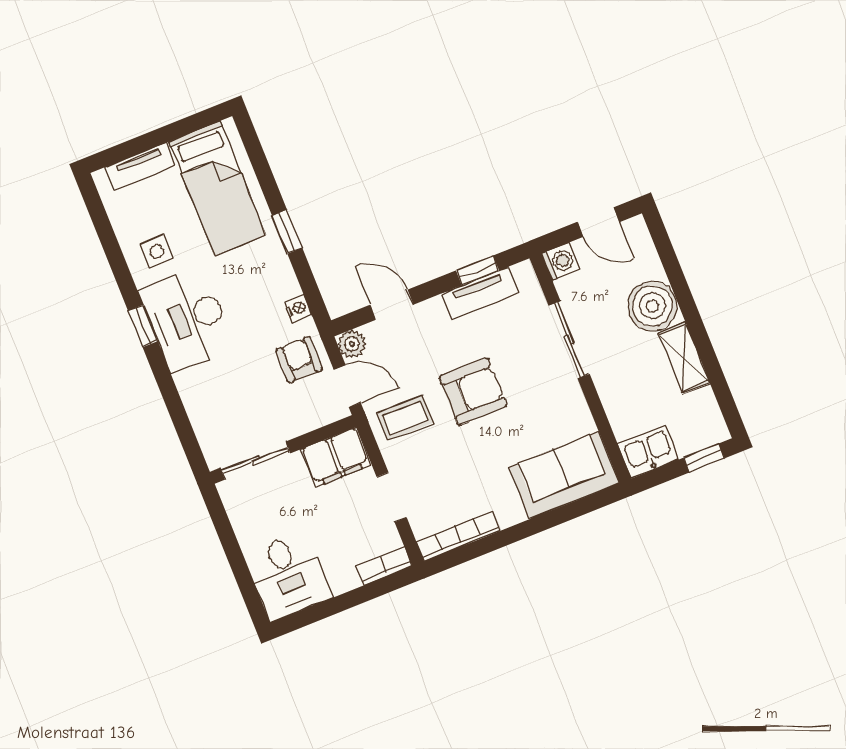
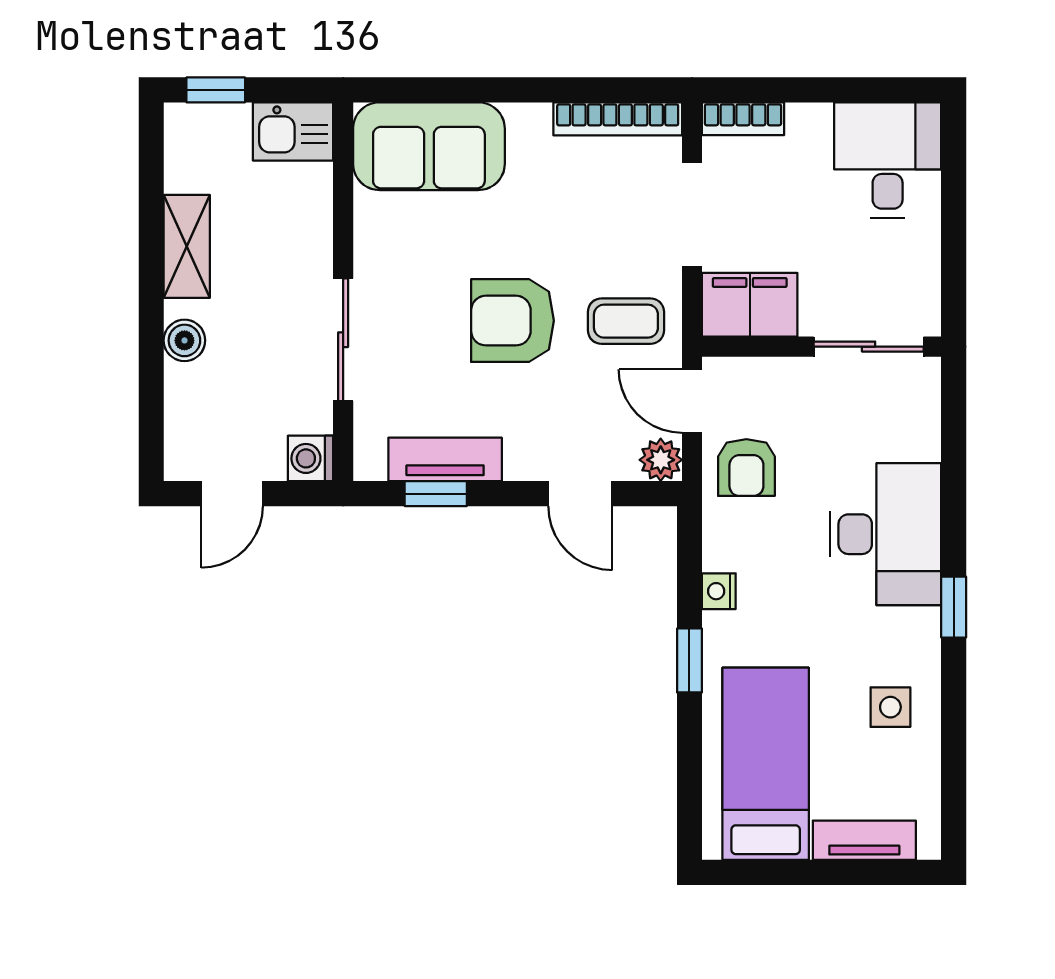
door: (598, 222) -> (232, 494), swing flipped
boiler: (652, 306) -> (184, 340), width x0.54, depth x0.54
nightstand: (298, 308) -> (719, 591), moved
desk: (187, 319) -> (885, 534), moved
doorway: (392, 497) -> (692, 214), width x1.38

